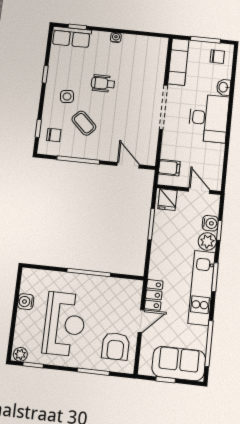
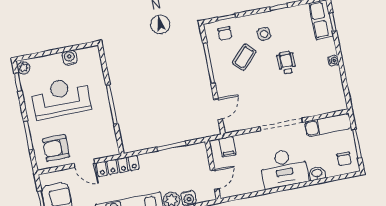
fridge: (167, 200) -> (198, 154), removed
locker: (154, 295) -> (118, 166), width x1.53
reception desk: (64, 324) -> (61, 98), turned 180

